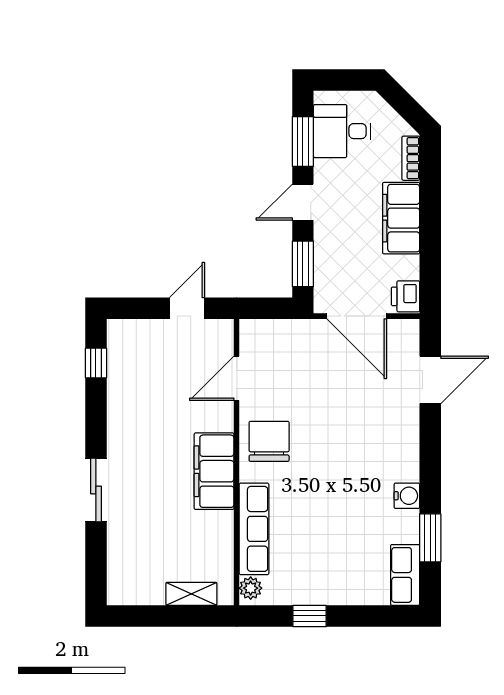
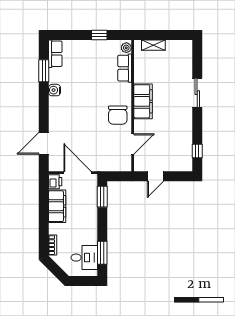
door: (303, 202) -> (102, 225), removed
filing cabinet: (401, 218) -> (57, 206), moved
row of seats: (254, 529) -> (125, 68), width x0.68

